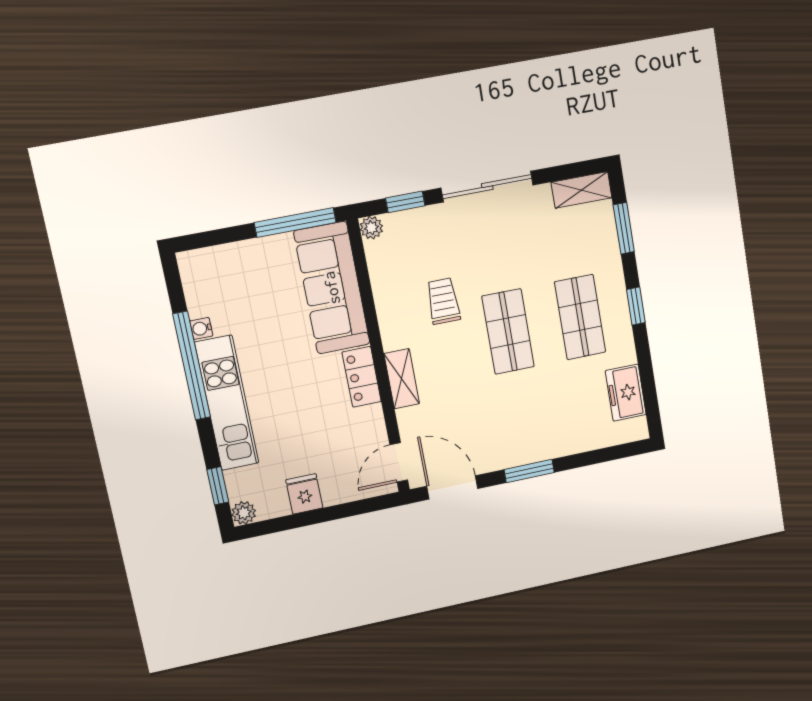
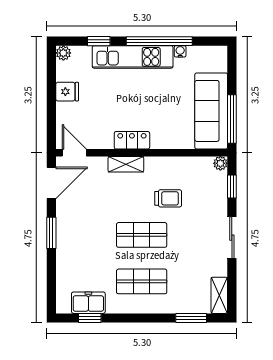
sliding door: (487, 187) -> (232, 238), width x0.73
sofa: (332, 288) -> (211, 111), moved, turned -90
window: (636, 306) -> (90, 318), moved
window: (218, 486) -> (99, 41), moved

